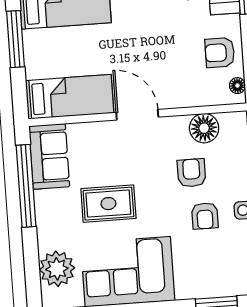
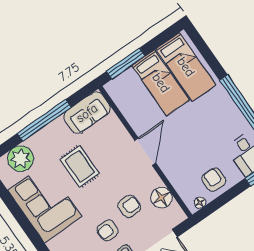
window: (16, 39) -> (126, 64), moved
bed: (70, 97) -> (161, 83), moved
window: (26, 186) -> (44, 120), moved

